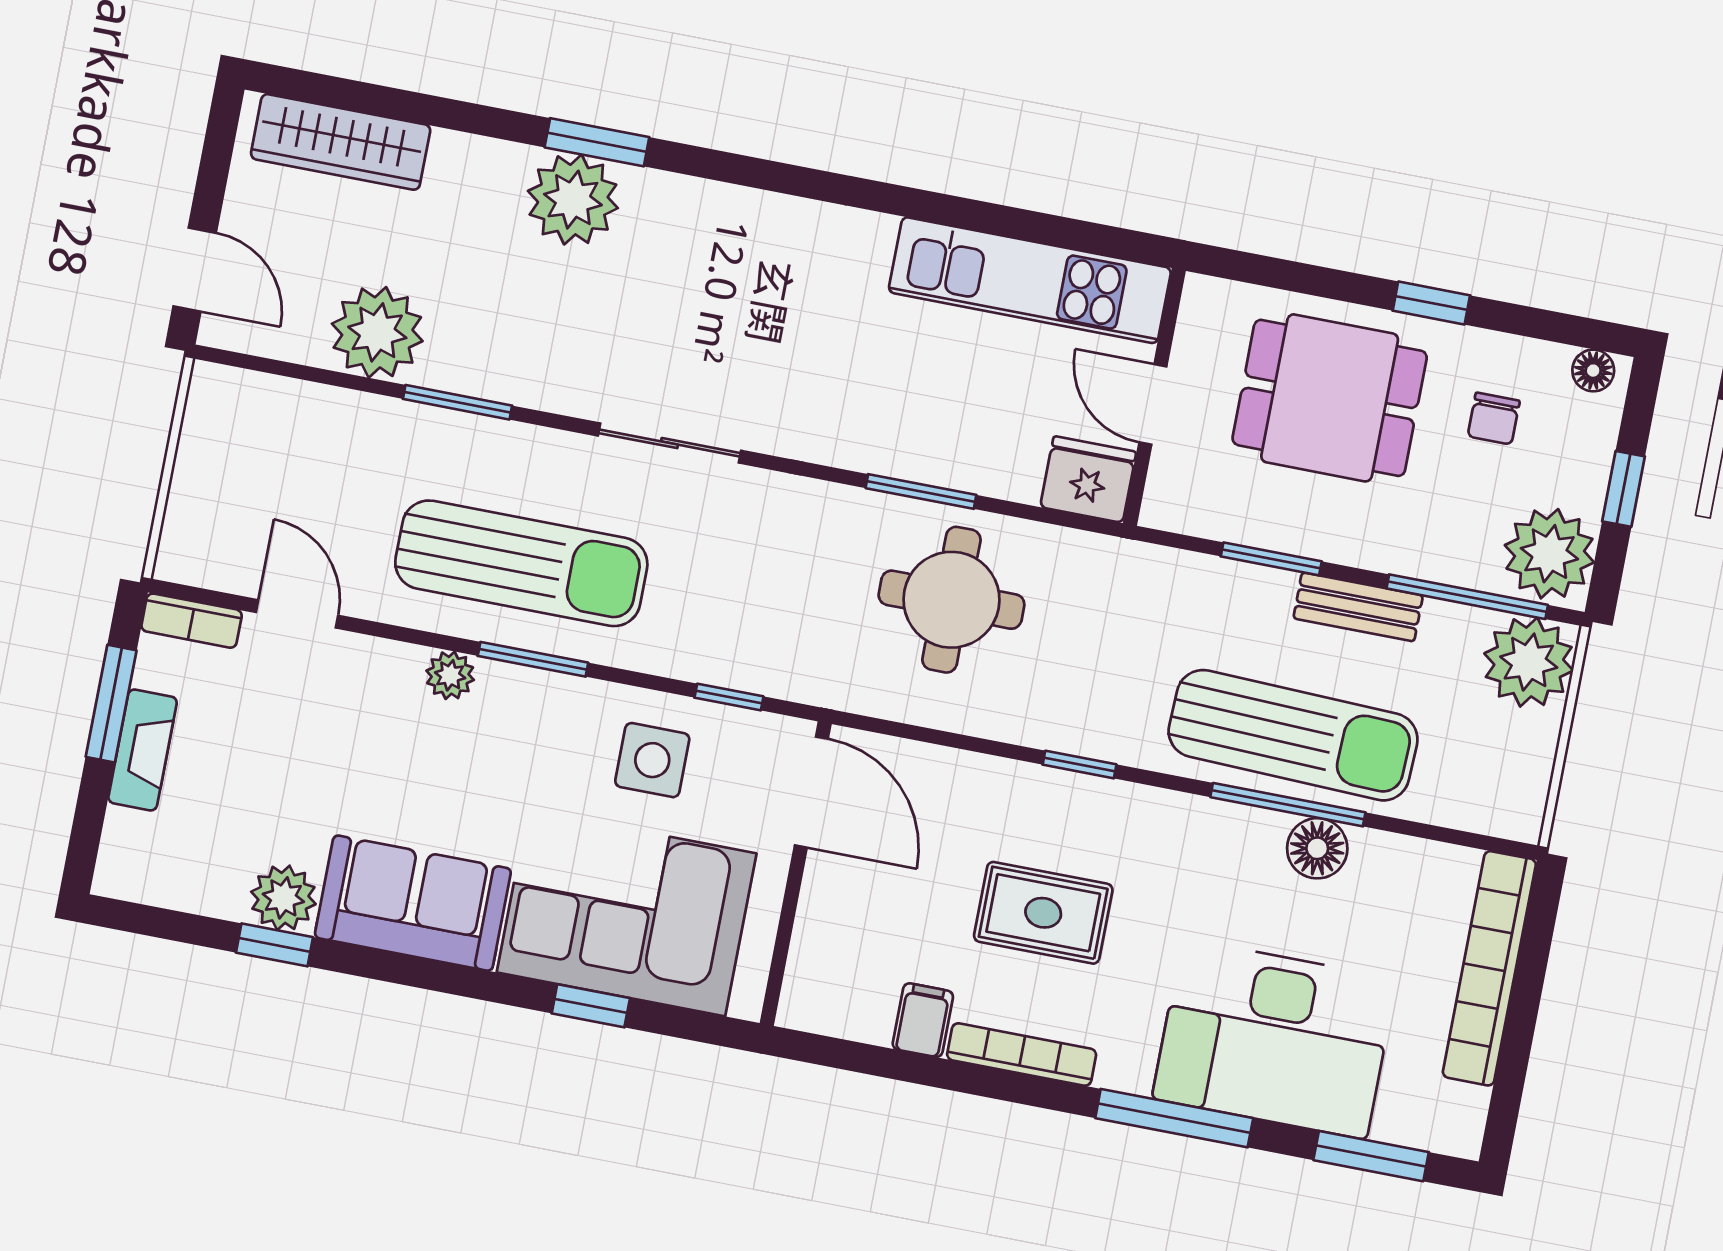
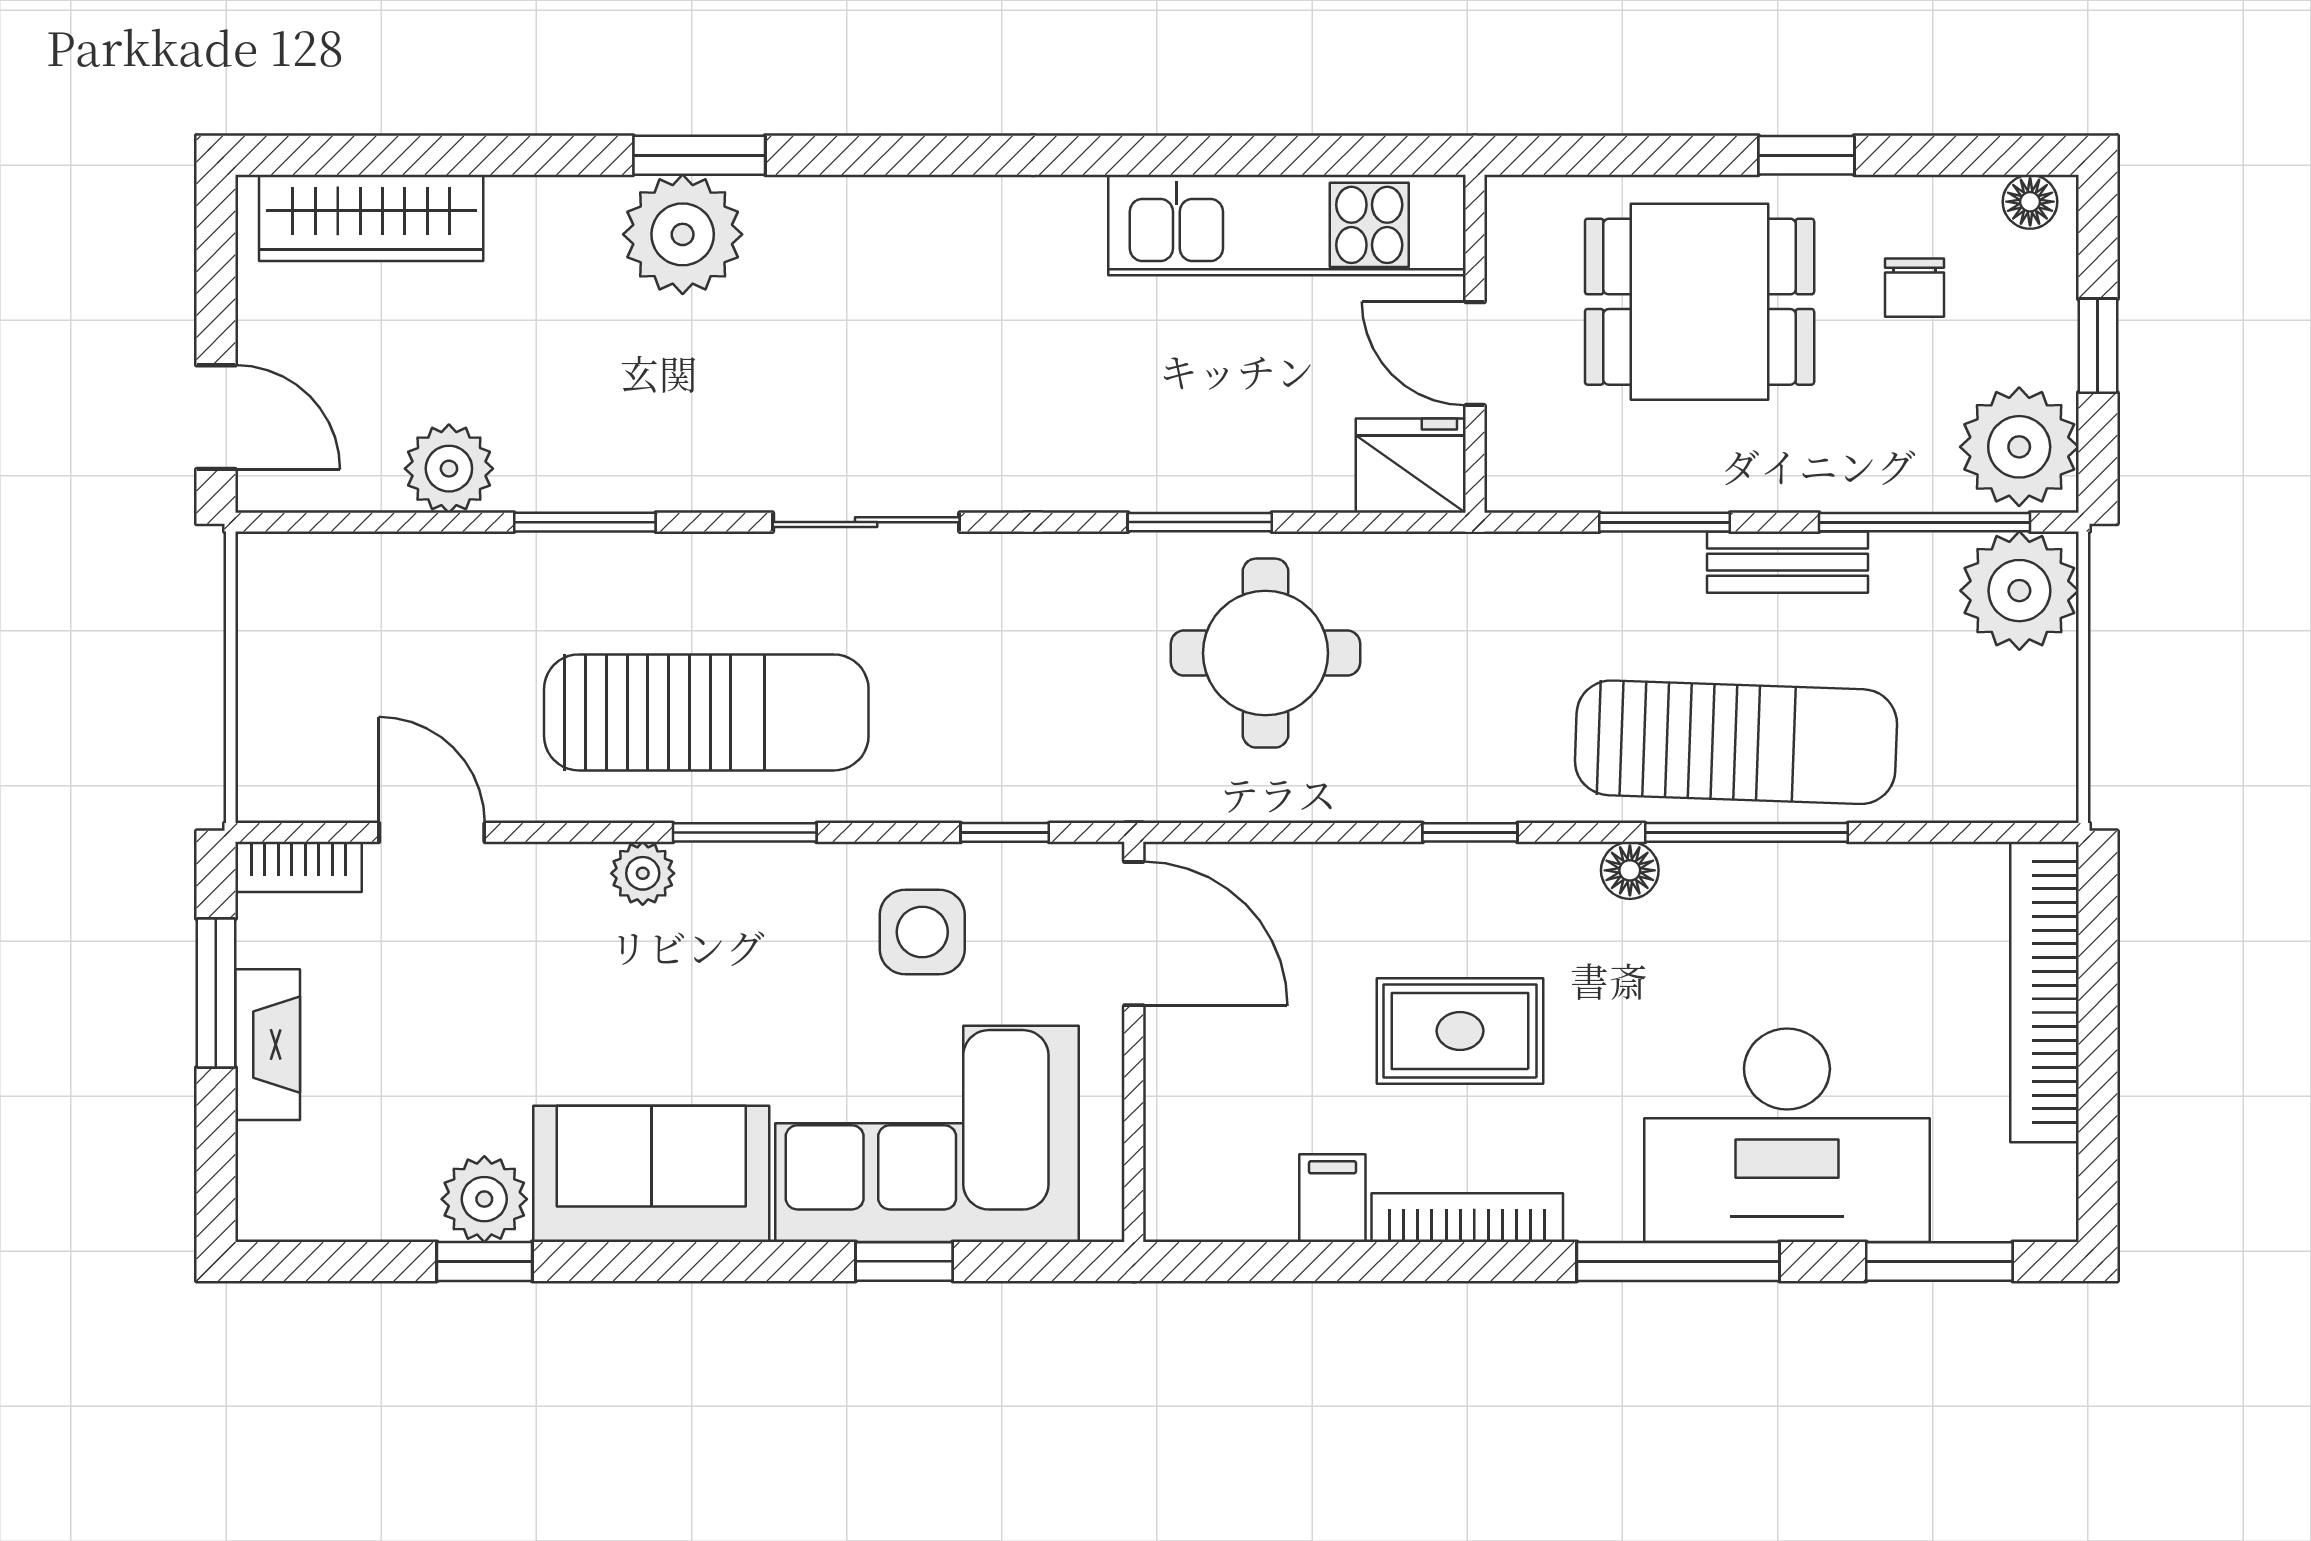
plant: (377, 332) -> (449, 469), width x0.73, depth x0.73
floor lamp: (1317, 848) -> (1630, 870), moved, width x0.73, depth x0.73

